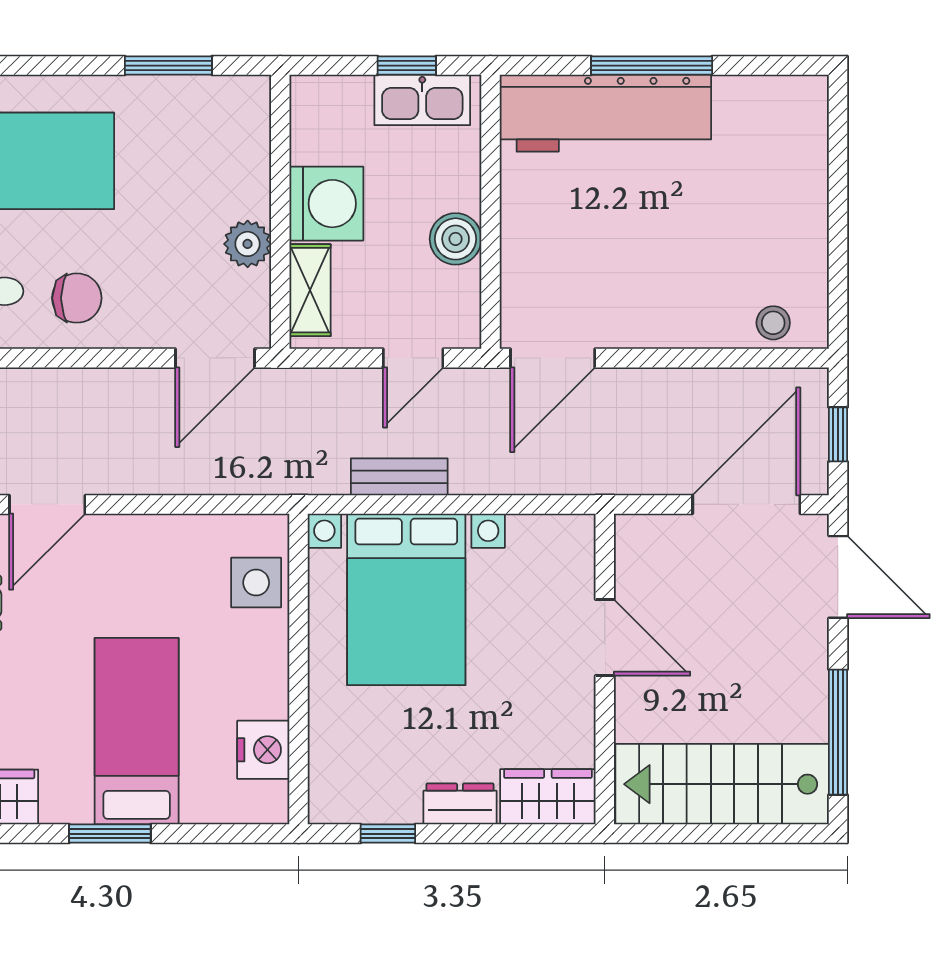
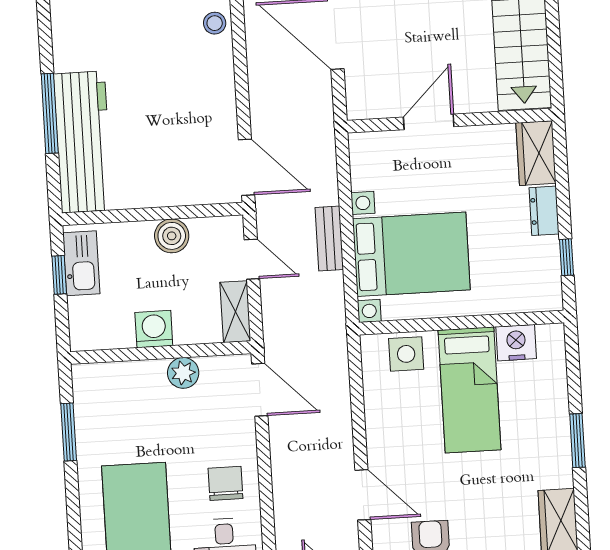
washing machine: (326, 204) -> (154, 329), width x0.73, depth x0.73
shelving: (310, 290) -> (235, 312), moved, turned 90
bench: (399, 477) -> (329, 239), moved
bed: (137, 731) -> (469, 390), moved, turned -90

